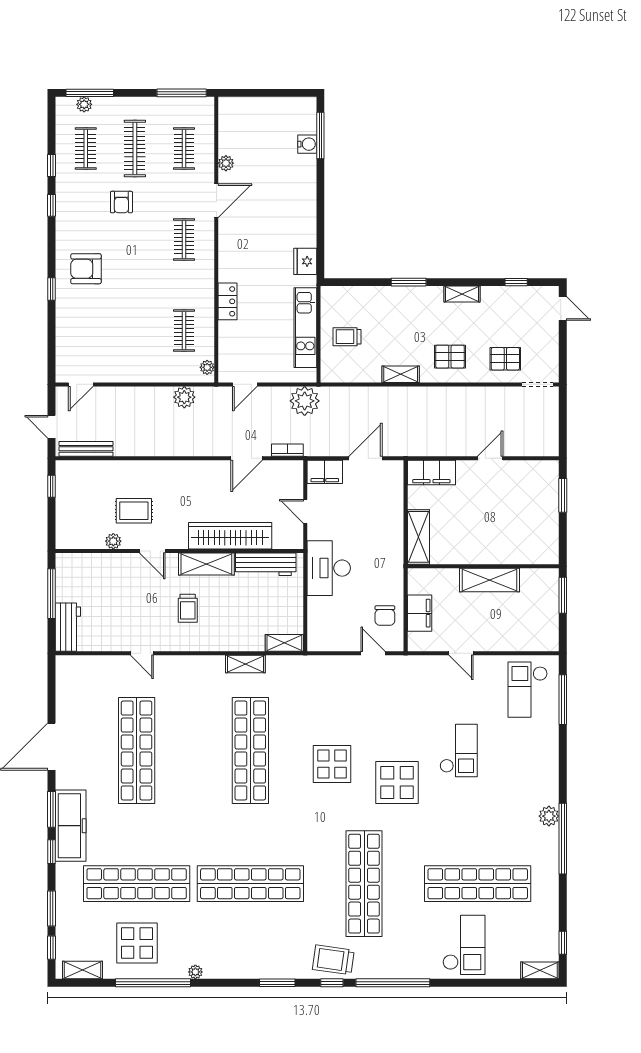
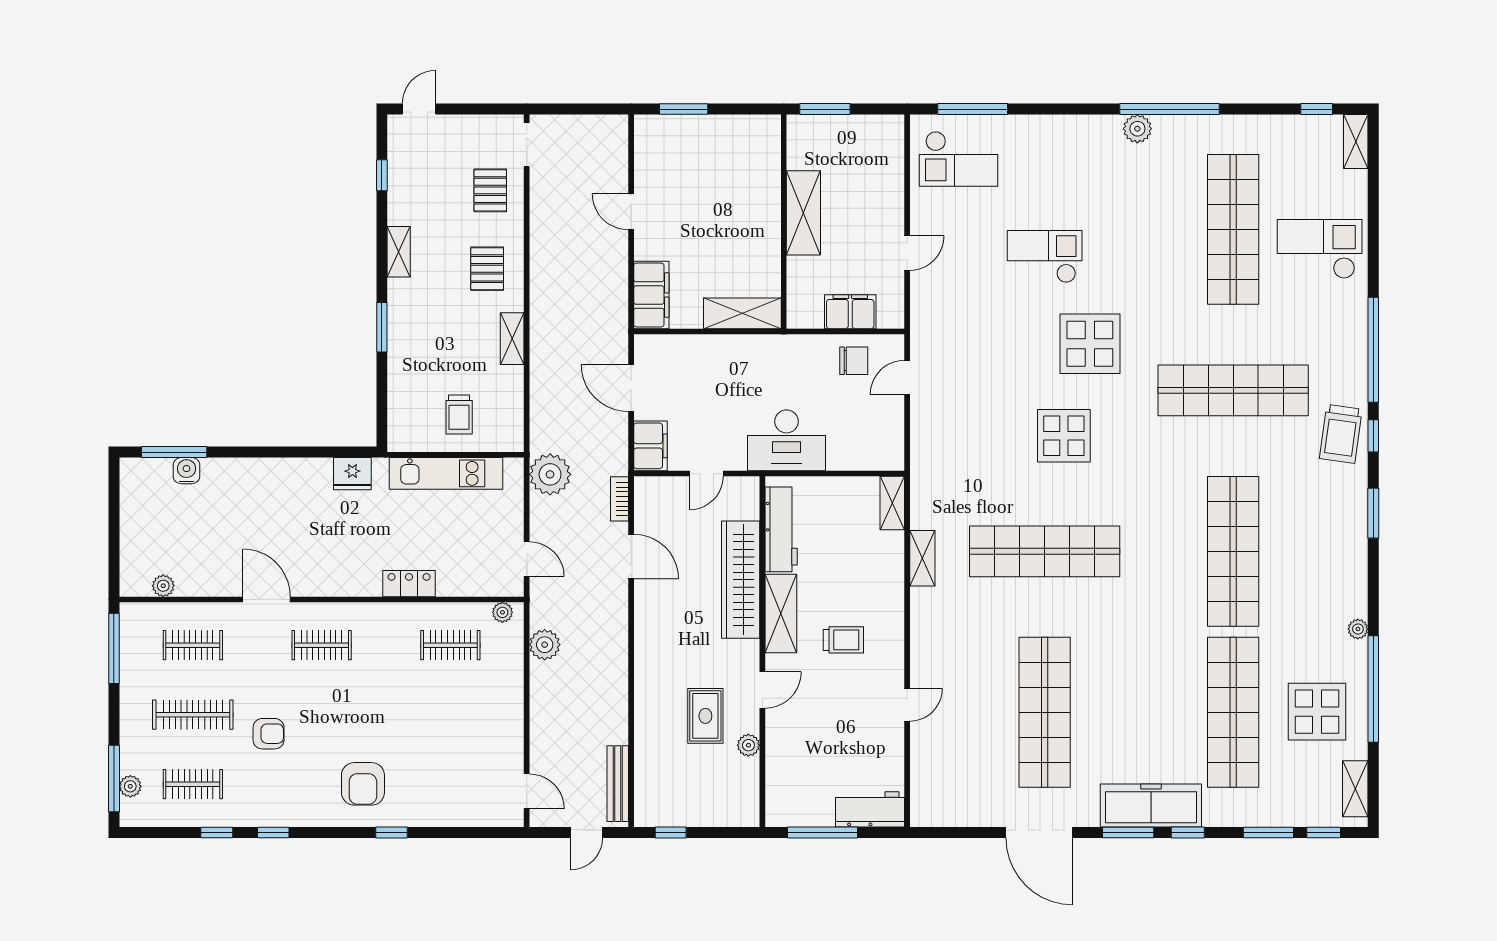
plant: (226, 163) -> (163, 586), moved
shop shelf: (137, 751) -> (1045, 712), turned 90

